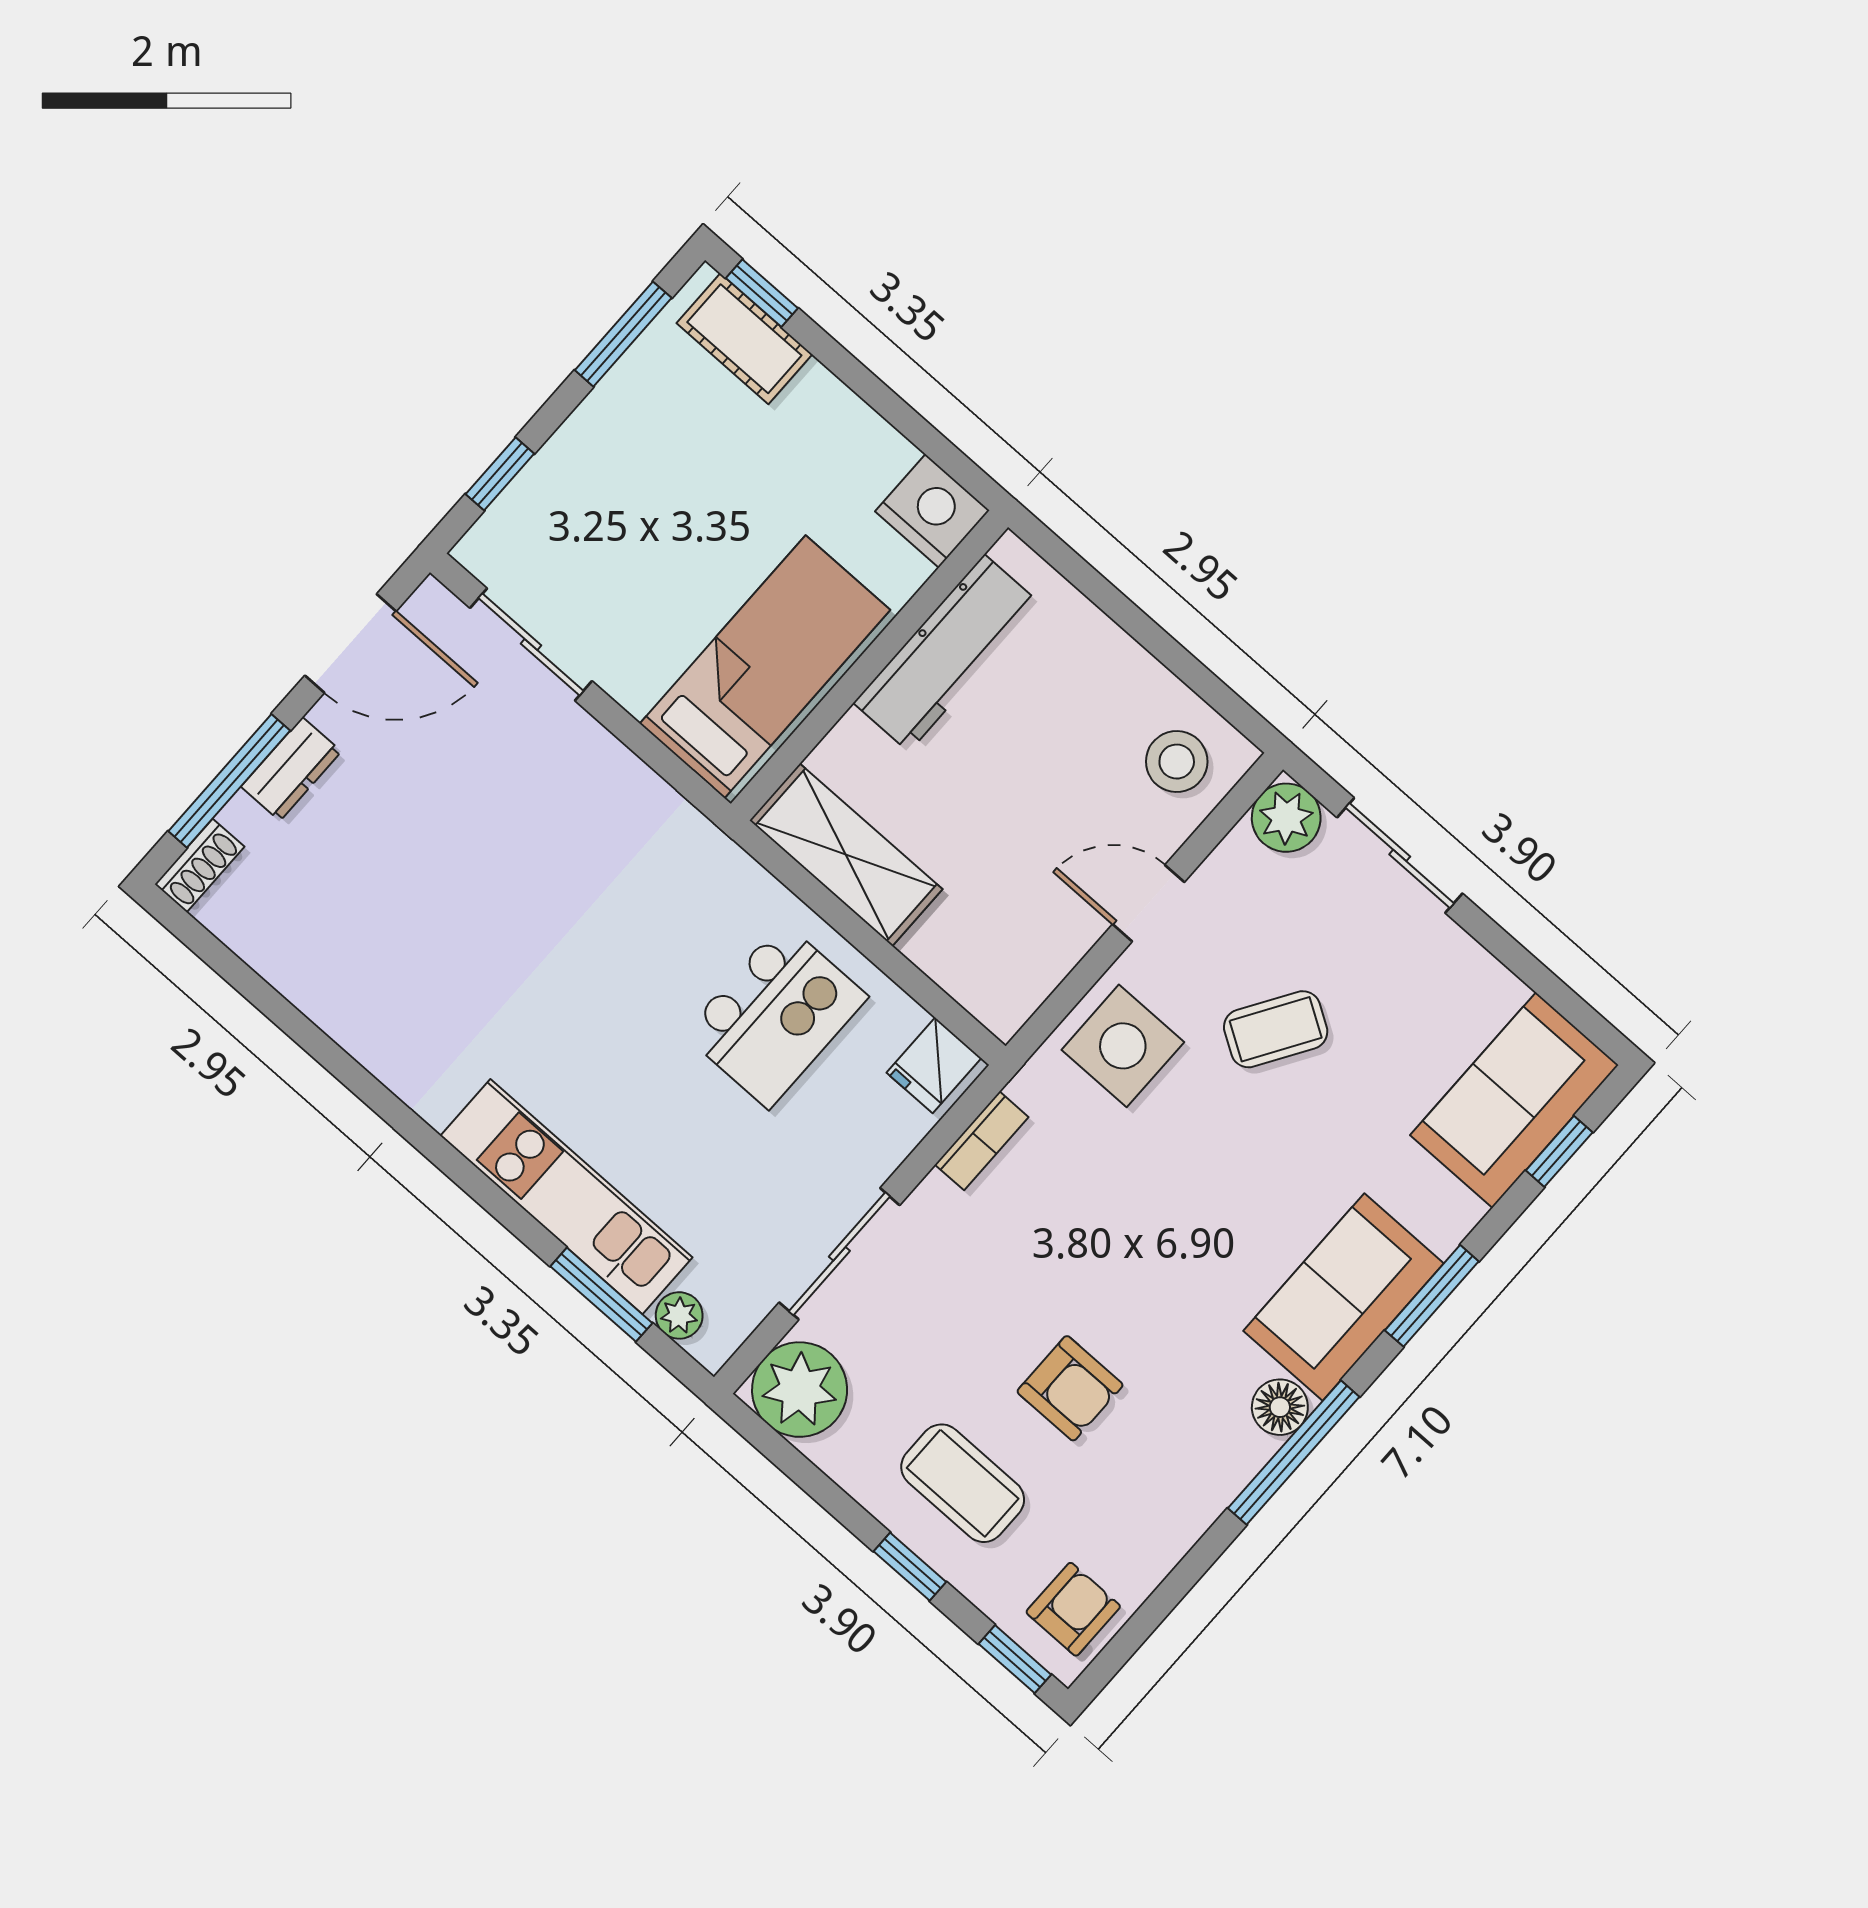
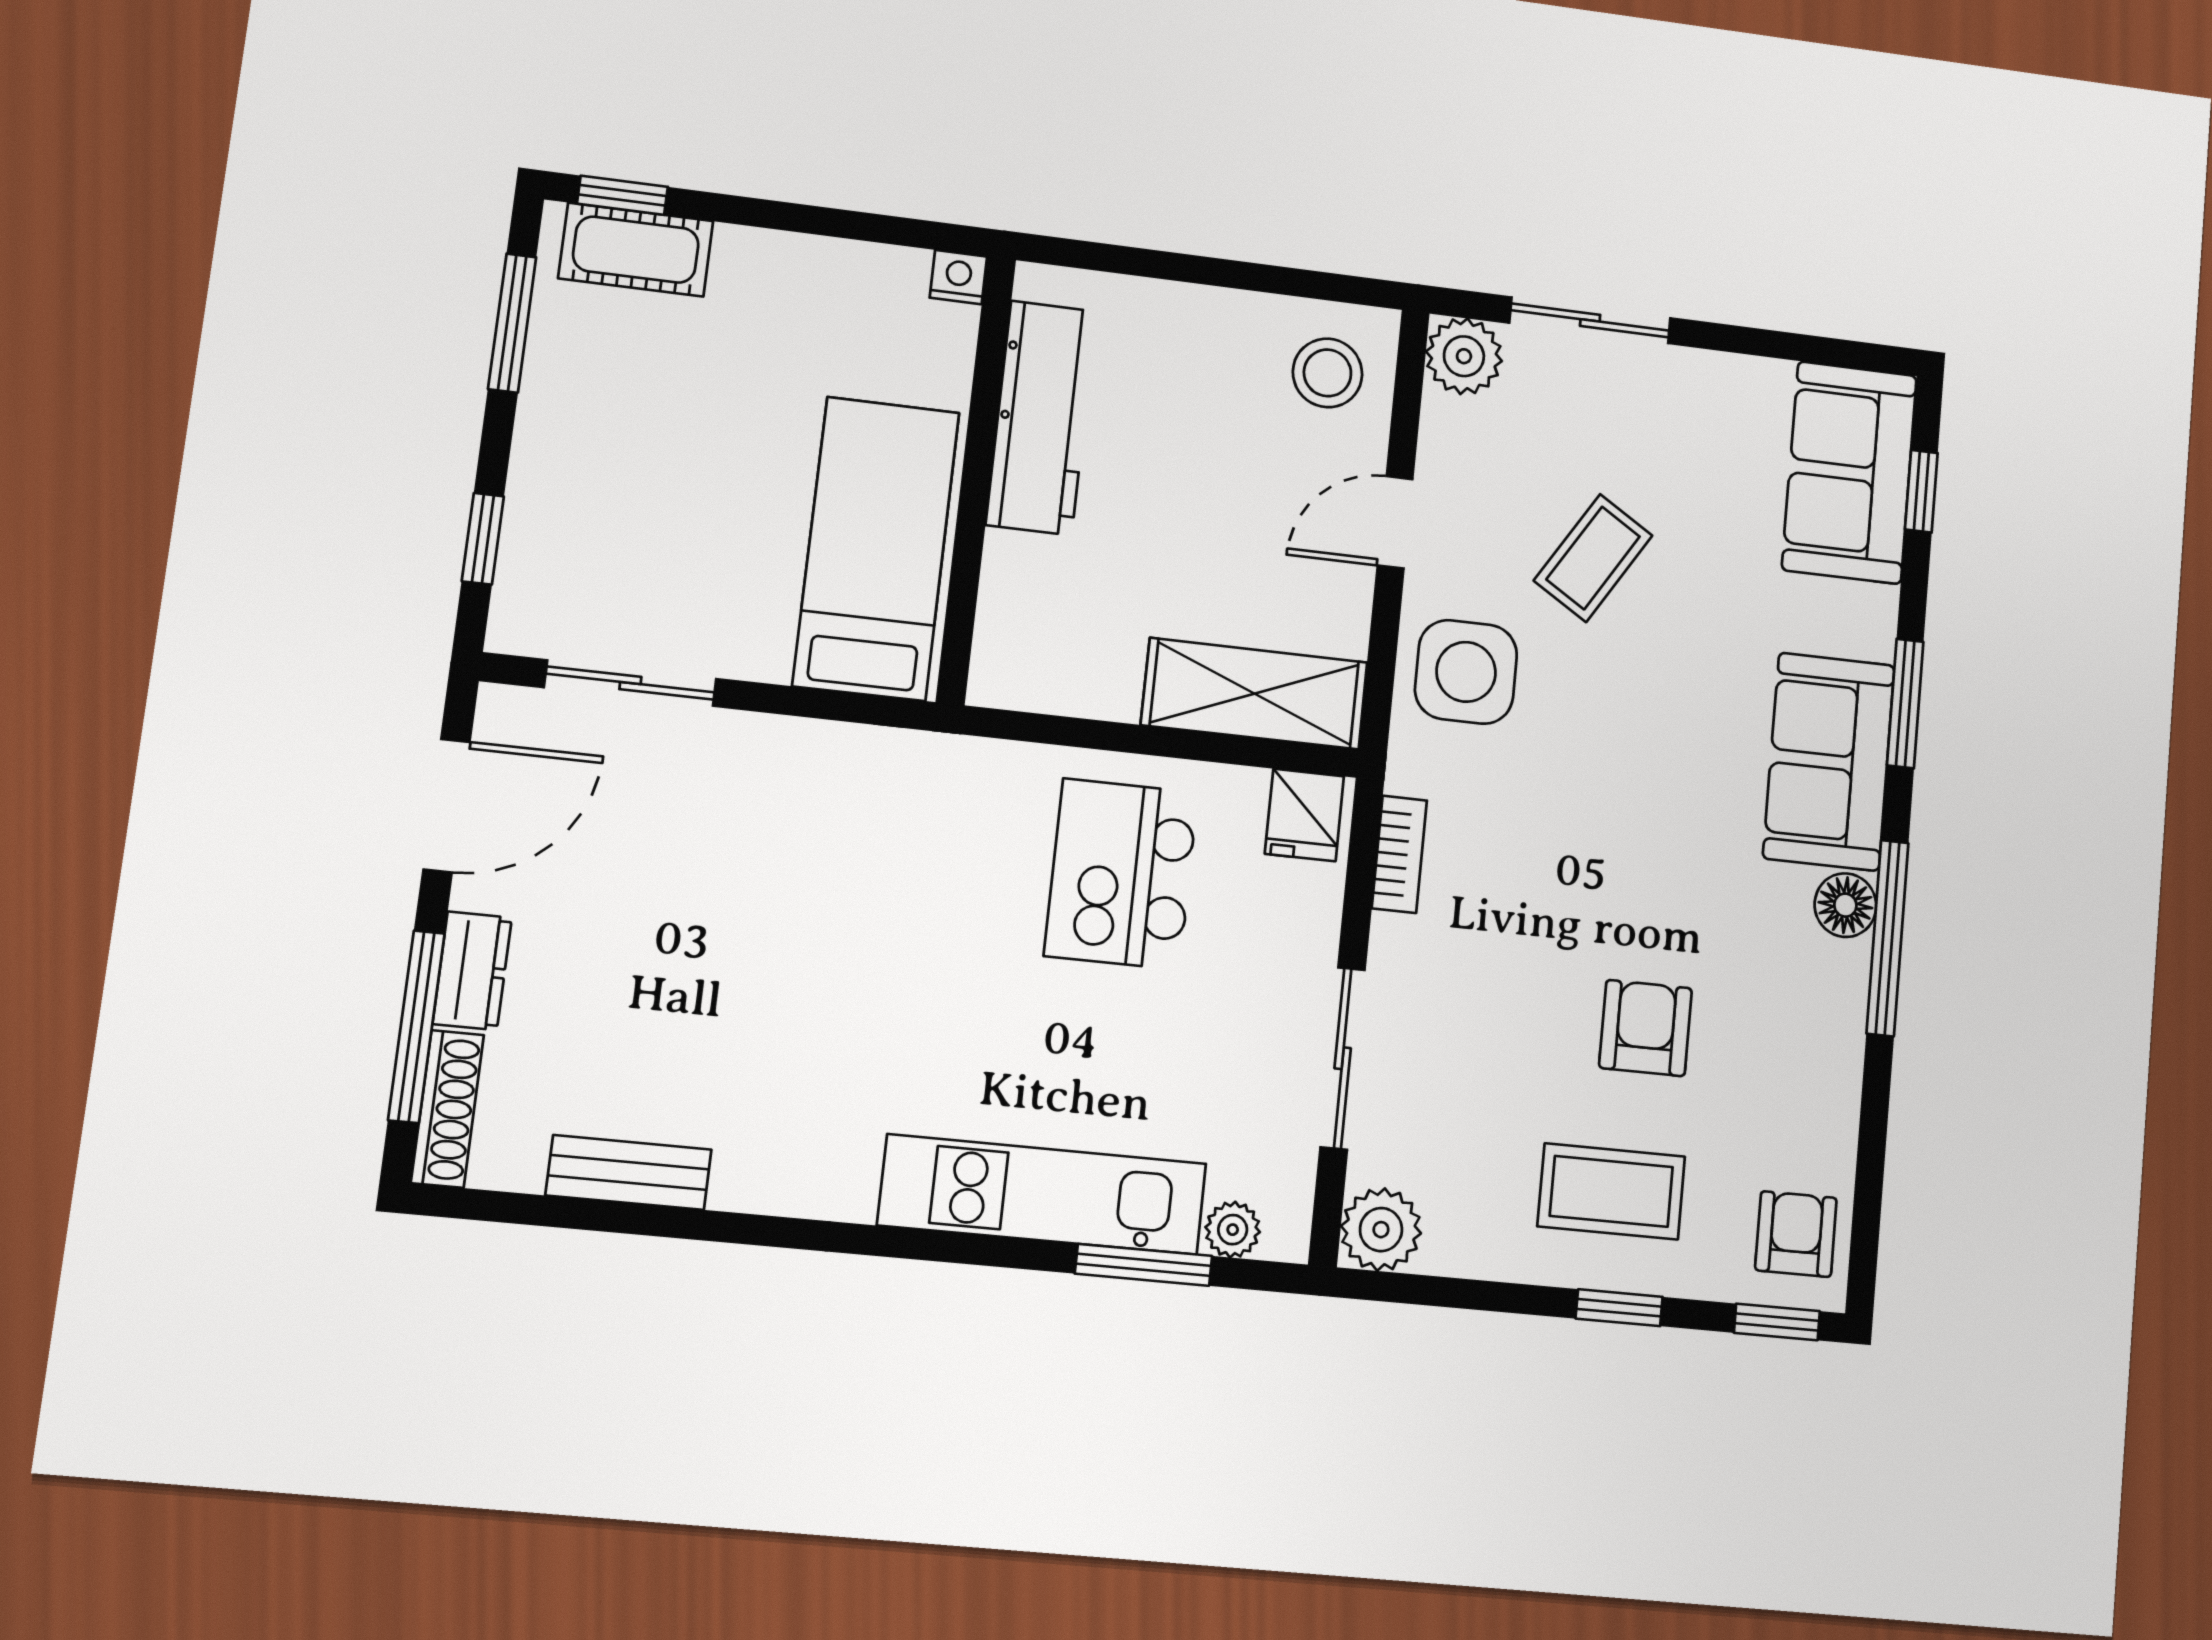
nightstand: (932, 511) -> (958, 277), width x0.53, depth x0.56
shelving: (846, 855) -> (1255, 694), moved
shoe rack: (200, 865) -> (448, 1109), width x1.43
bench: (301, 980) -> (629, 1172), added
kitchen island: (776, 1015) -> (1121, 874), turned 180
armchair: (1070, 1388) -> (1645, 1028), turned -90
plant: (800, 1390) -> (1381, 1230), width x0.73, depth x0.73

